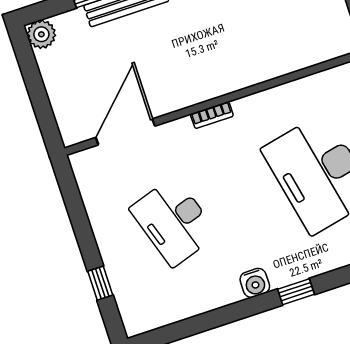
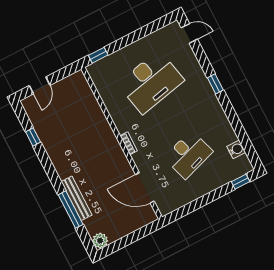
window: (100, 283) -> (241, 182), moved
water cooler: (255, 283) -> (236, 149), moved

